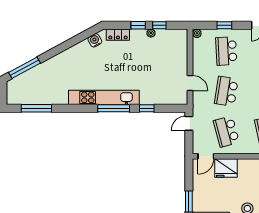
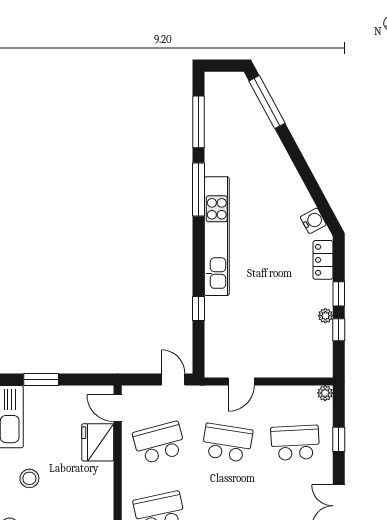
window: (114, 108) -> (199, 190), moved

